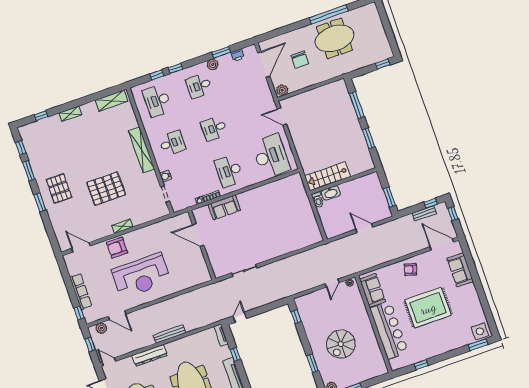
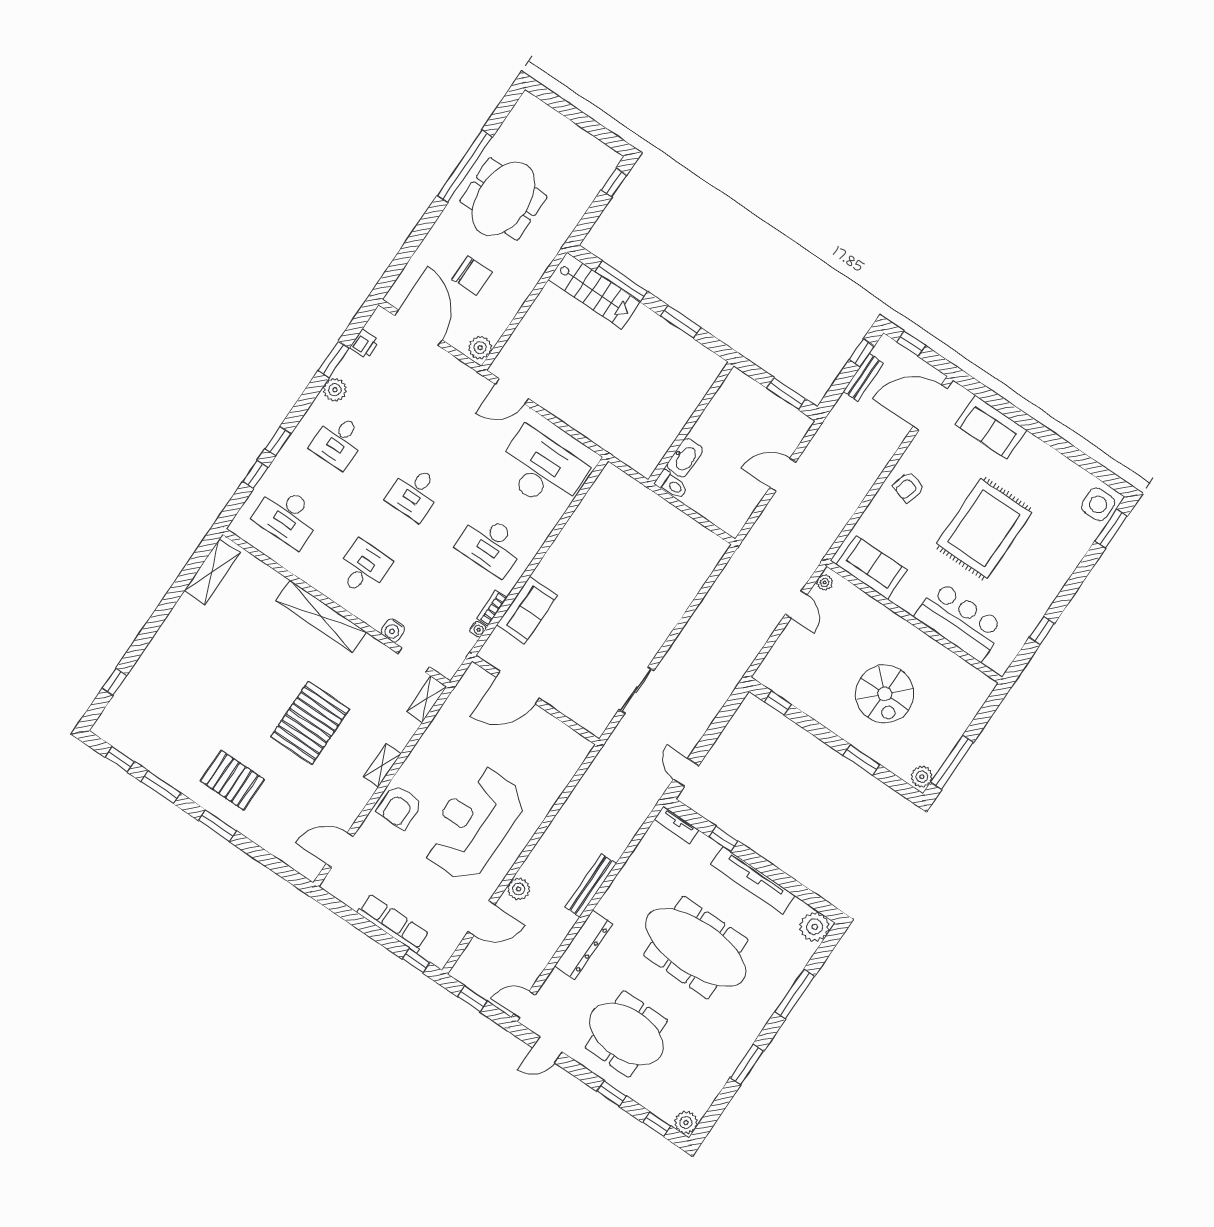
shelving: (70, 114) -> (427, 699), moved
stairs: (327, 176) -> (594, 291), moved, turned -90
reception desk: (141, 276) -> (474, 824), turned 180
plant: (101, 328) -> (519, 889), moved
bar counter: (389, 330) -> (960, 621), width x0.73

